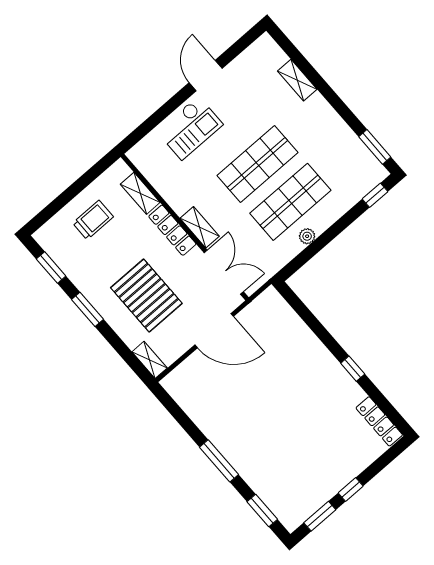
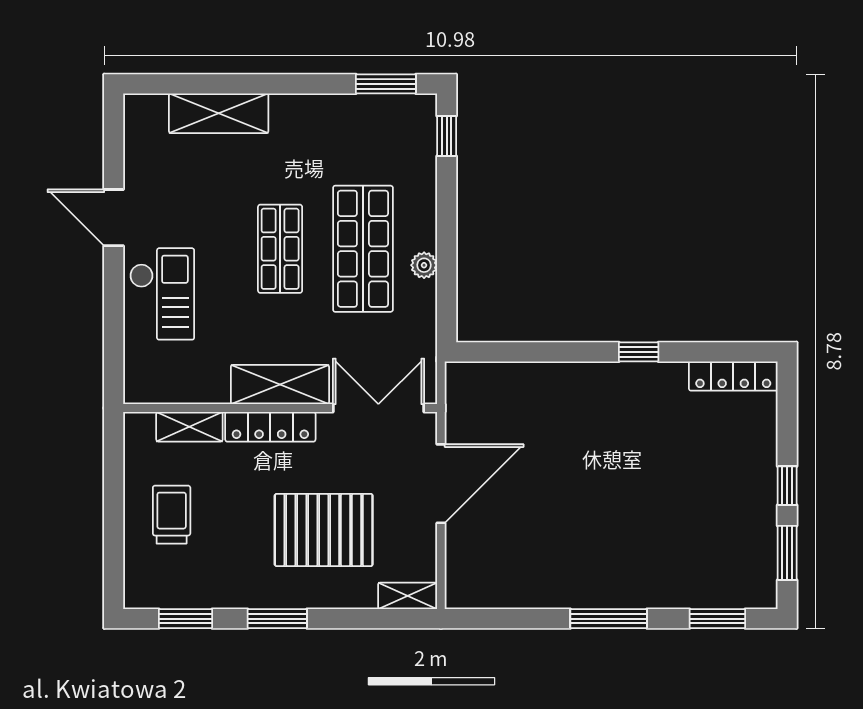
shelving: (297, 80) -> (219, 113), width x1.50, depth x1.33
shop shelf: (257, 164) -> (280, 249), width x0.70, depth x0.74
shelving: (200, 227) -> (280, 385), width x1.50, depth x1.33

